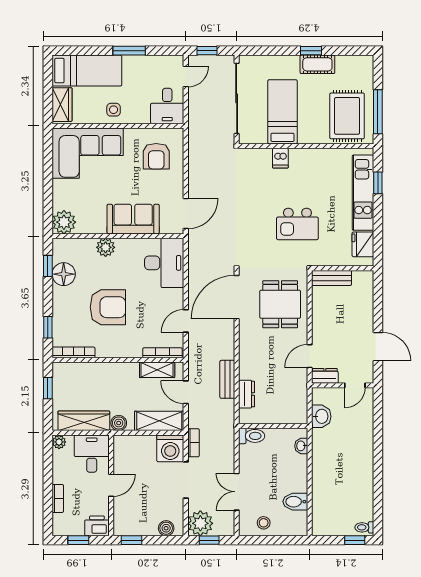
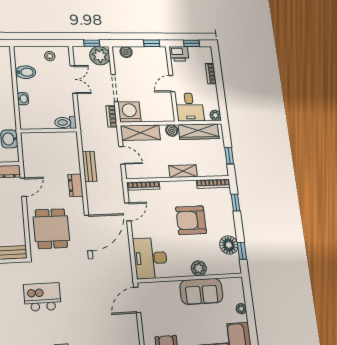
sofa: (133, 219) -> (201, 291), moved
plant: (64, 222) -> (241, 309), moved, width x0.53, depth x0.53
shelving: (157, 370) -> (183, 171), moved
dresser: (247, 394) -> (75, 185), moved
washbasin: (301, 446) -> (23, 99), moved

